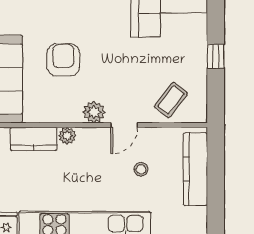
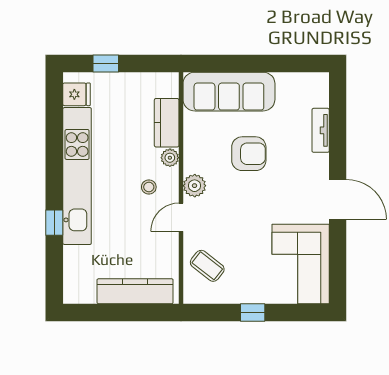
door: (124, 125) -> (181, 217), hinge flipped
stool: (141, 169) -> (149, 187), moved

